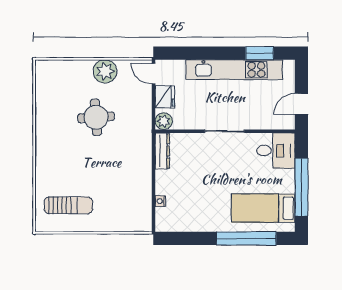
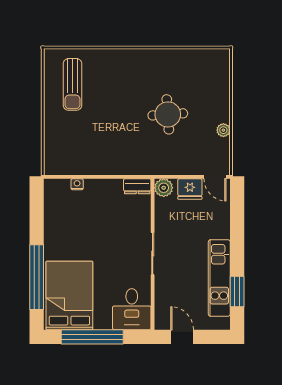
kitchen unit: (234, 70) -> (219, 278), width x0.73
plant: (105, 71) -> (223, 130), width x0.53, depth x0.53
door: (154, 74) -> (215, 177), swing flipped
dresser: (162, 151) -> (137, 186), width x0.70
bed: (263, 208) -> (69, 295), width x1.50

